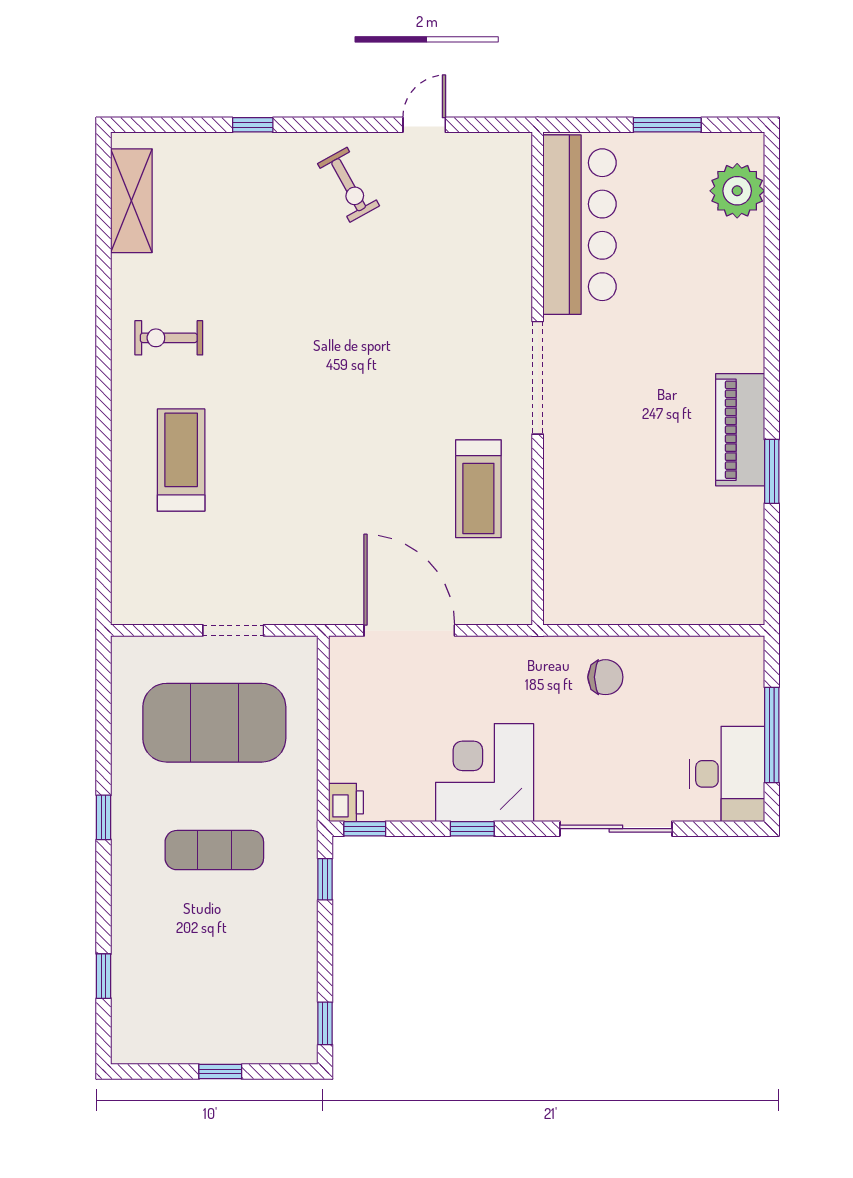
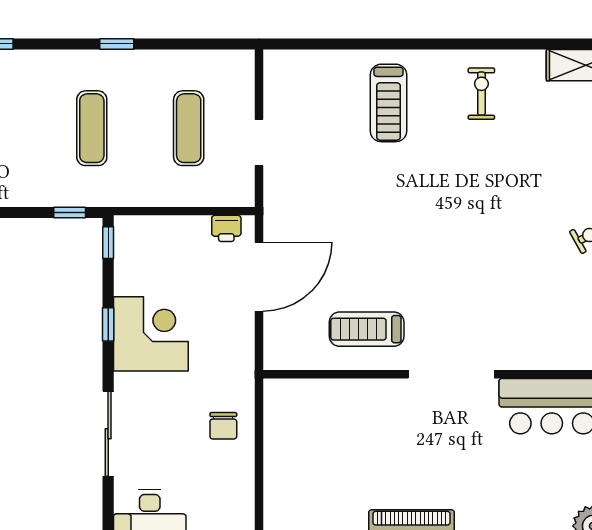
treadmill: (181, 460) -> (388, 103), turned 90
exercise mat: (214, 723) -> (189, 128), width x0.50, depth x0.69
printer: (346, 802) -> (226, 228), moved

